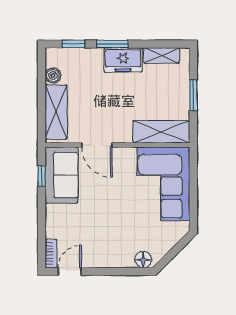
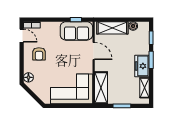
door: (97, 145) -> (94, 51), swing flipped
armchair: (102, 241) -> (39, 54), added

